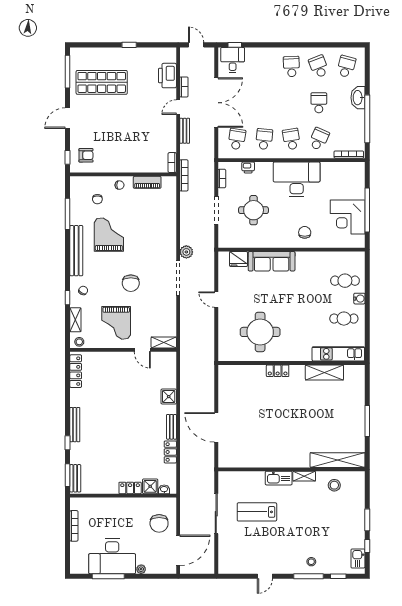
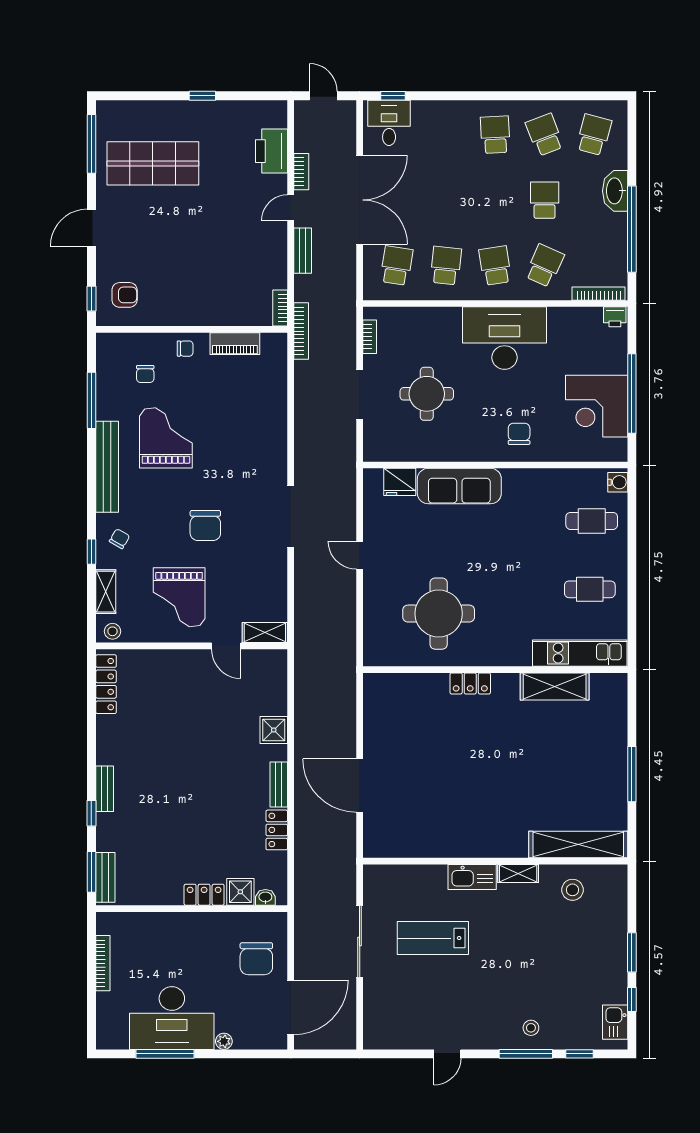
printer: (248, 167) -> (615, 317), moved
plant: (186, 252) -> (306, 469), removed
water cooler: (359, 299) -> (618, 482), moved
bench: (75, 425) -> (105, 789), width x0.73

